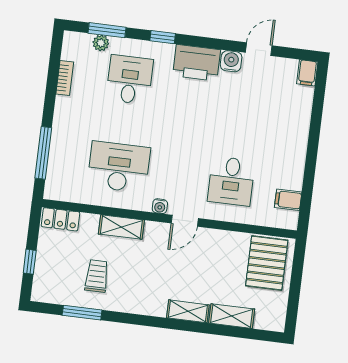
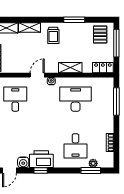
window: (163, 37) -> (41, 171), moved
desk: (119, 167) -> (76, 99), turned 180
window: (30, 262) -> (116, 43), width x2.17
trolley: (97, 276) -> (53, 35), moved
pallet: (58, 282) -> (100, 34), added
window: (82, 313) -> (74, 20), moved

